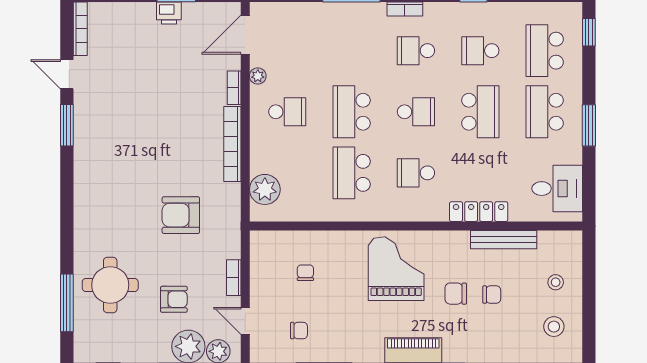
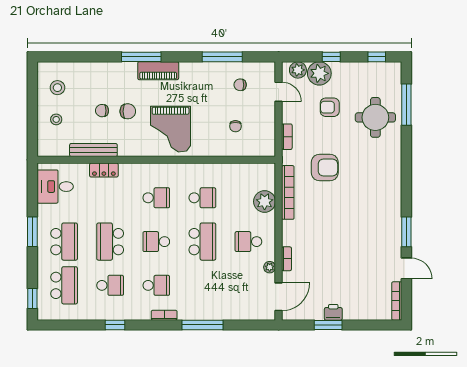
bookcase: (232, 144) -> (288, 192), moved
school desk: (352, 173) -> (202, 198), width x0.54
plant: (265, 189) -> (265, 202), moved
locker: (479, 212) -> (104, 170), width x0.66
bookcase: (234, 278) -> (287, 137), moved

